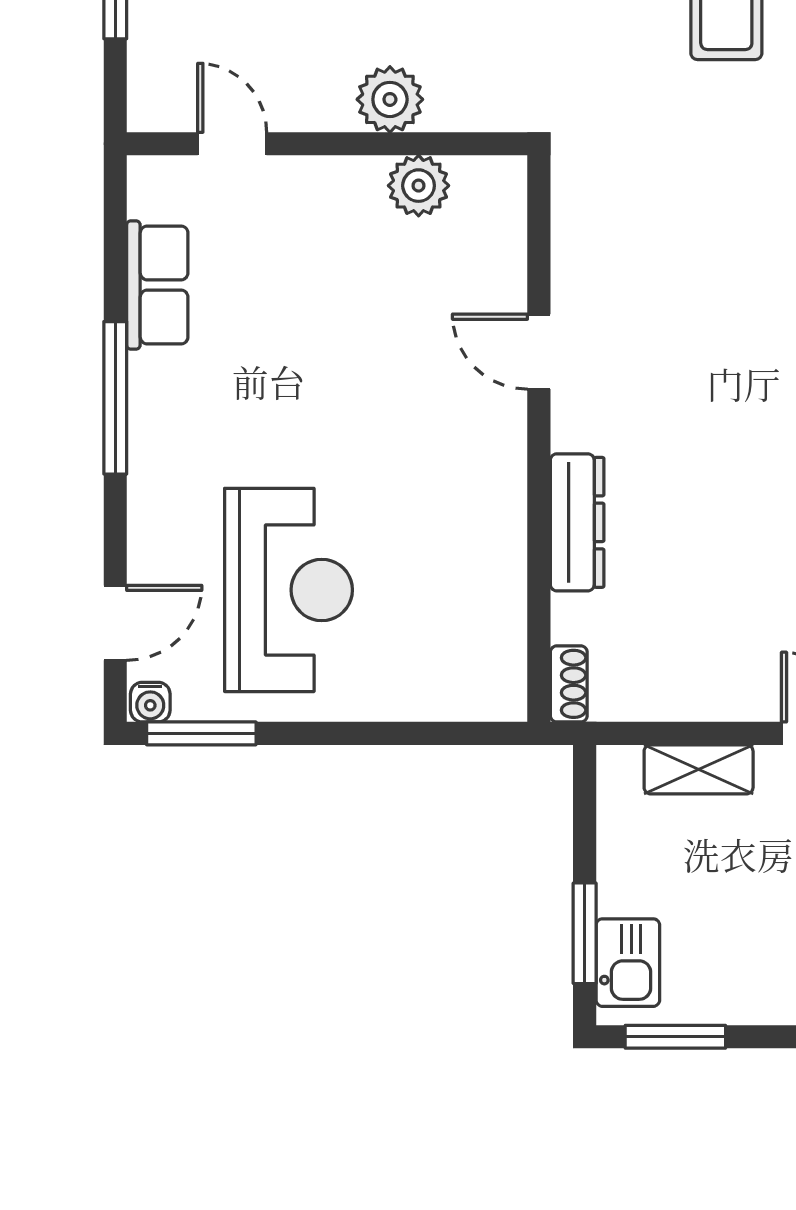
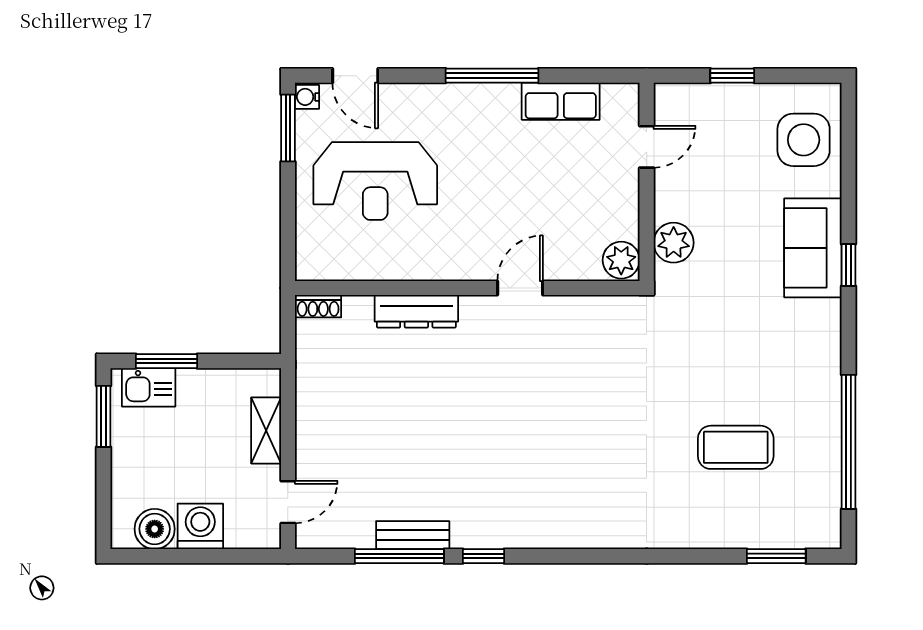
door: (539, 352) -> (520, 288), moved
wall: (539, 439) -> (467, 288), moved
dresser: (577, 522) -> (416, 311), moved
shoe rack: (569, 684) -> (318, 306), moved

